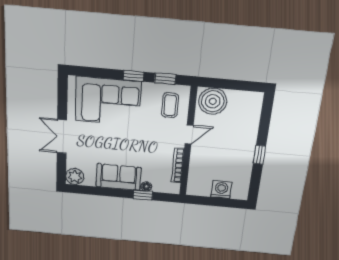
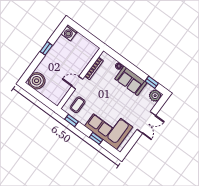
window: (133, 76) -> (96, 138), moved
boiler: (213, 101) -> (37, 81), moved
washing machine: (221, 190) -> (69, 33), moved
window: (143, 195) -> (152, 82), moved

